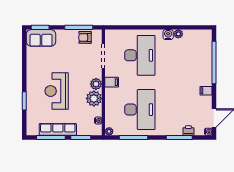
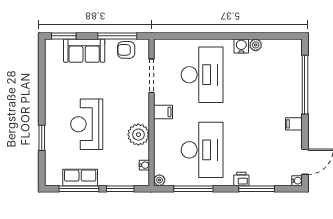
sofa: (41, 38) -> (84, 51), moved
plant: (96, 84) -> (141, 114), removed
row of seats: (58, 129) -> (80, 177), width x0.68
printer: (188, 131) -> (241, 179), moved

